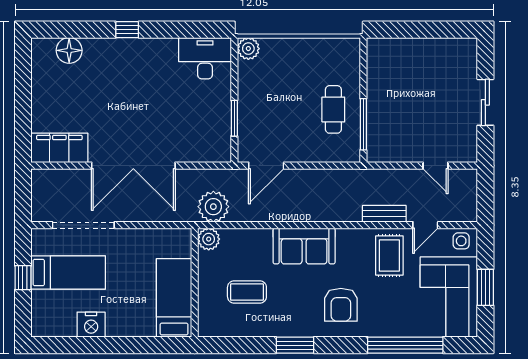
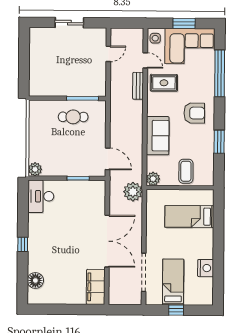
plant: (209, 239) -> (153, 179), moved
wall: (195, 283) -> (180, 188), moved

